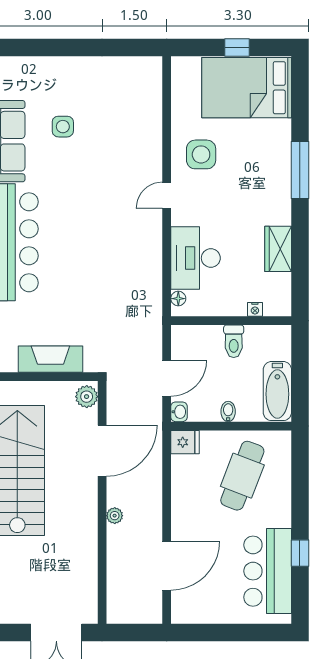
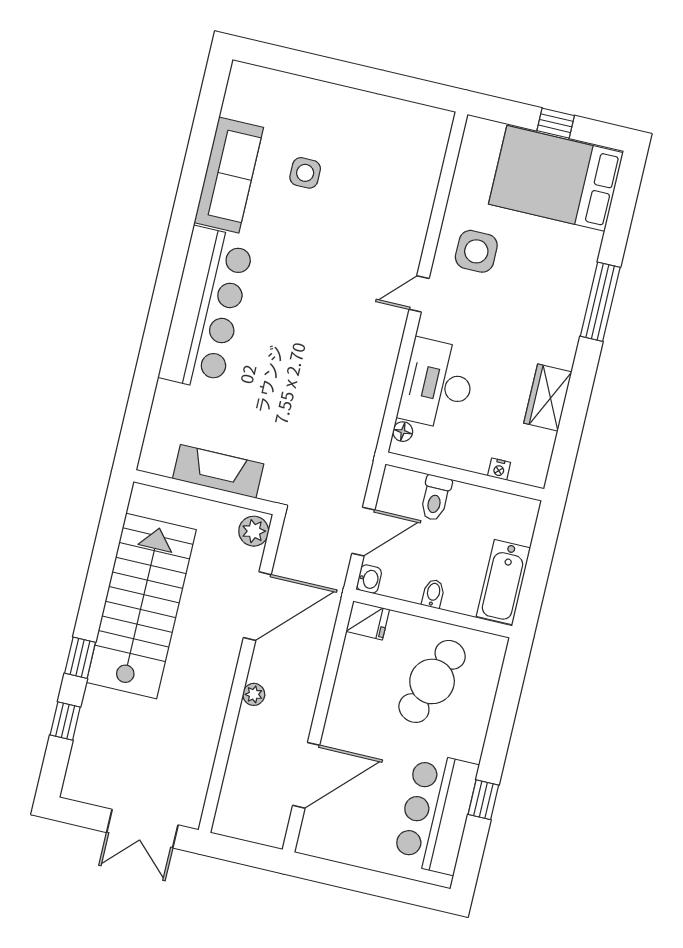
toilet: (234, 341) -> (435, 498), moved

